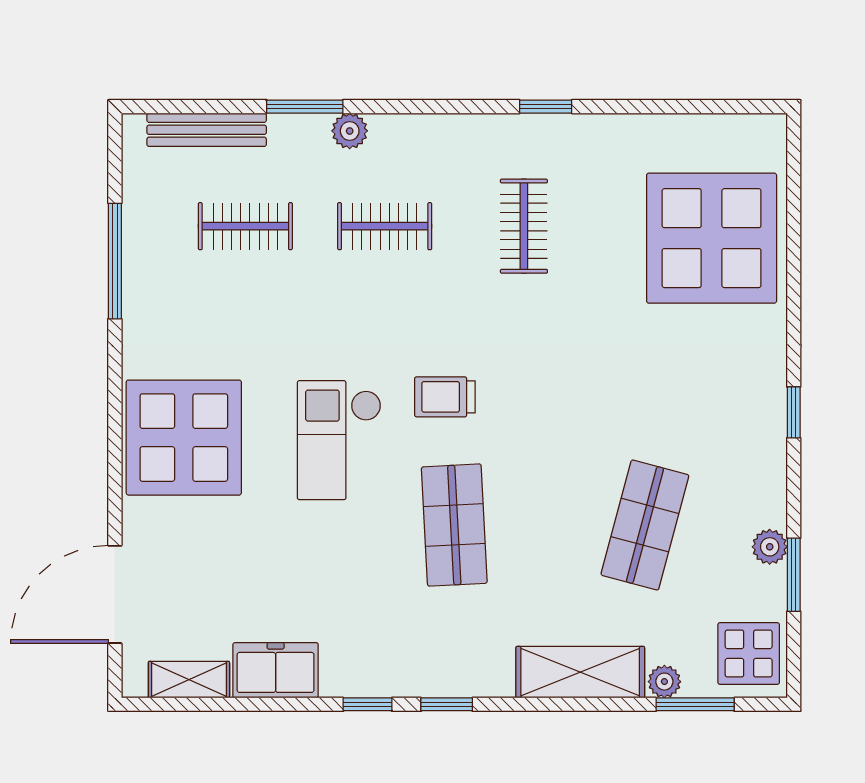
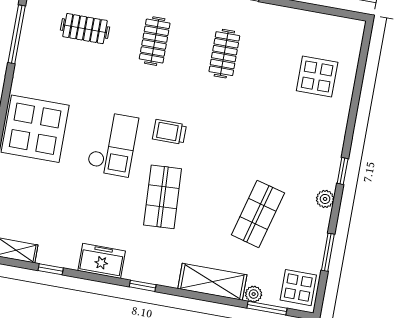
clothes rail: (385, 226) -> (155, 41), turned 90
display table: (712, 238) -> (317, 76), width x0.54, depth x0.54
checkout: (339, 440) -> (113, 144), turned 180
plant: (770, 547) -> (325, 199), moved
freezer: (276, 670) -> (102, 261), moved
window: (368, 704) -> (51, 269), moved

